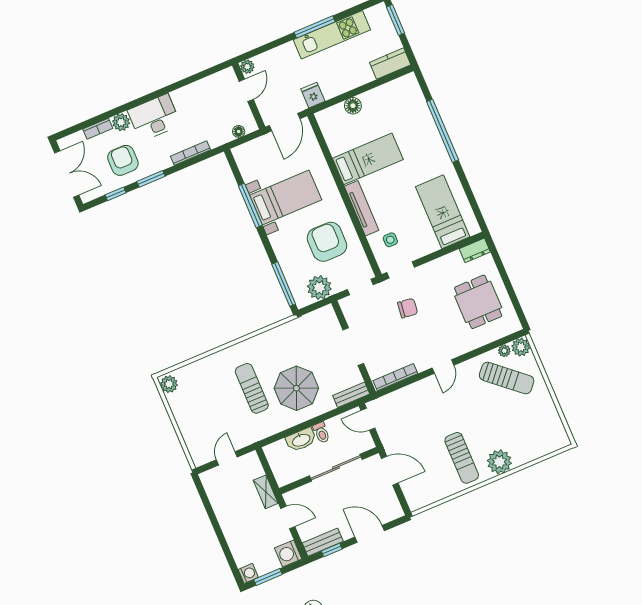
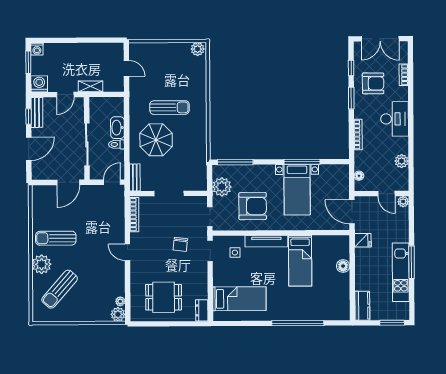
plant: (121, 122) -> (402, 161), moved
sun lounger: (507, 378) -> (60, 289), moved

